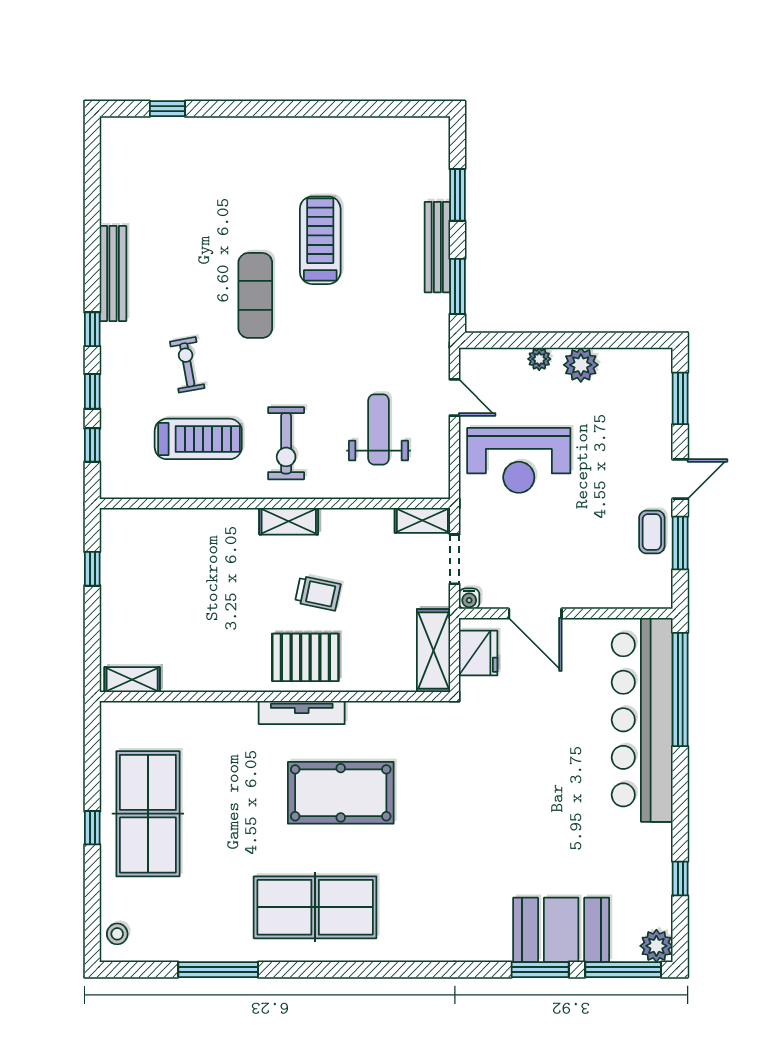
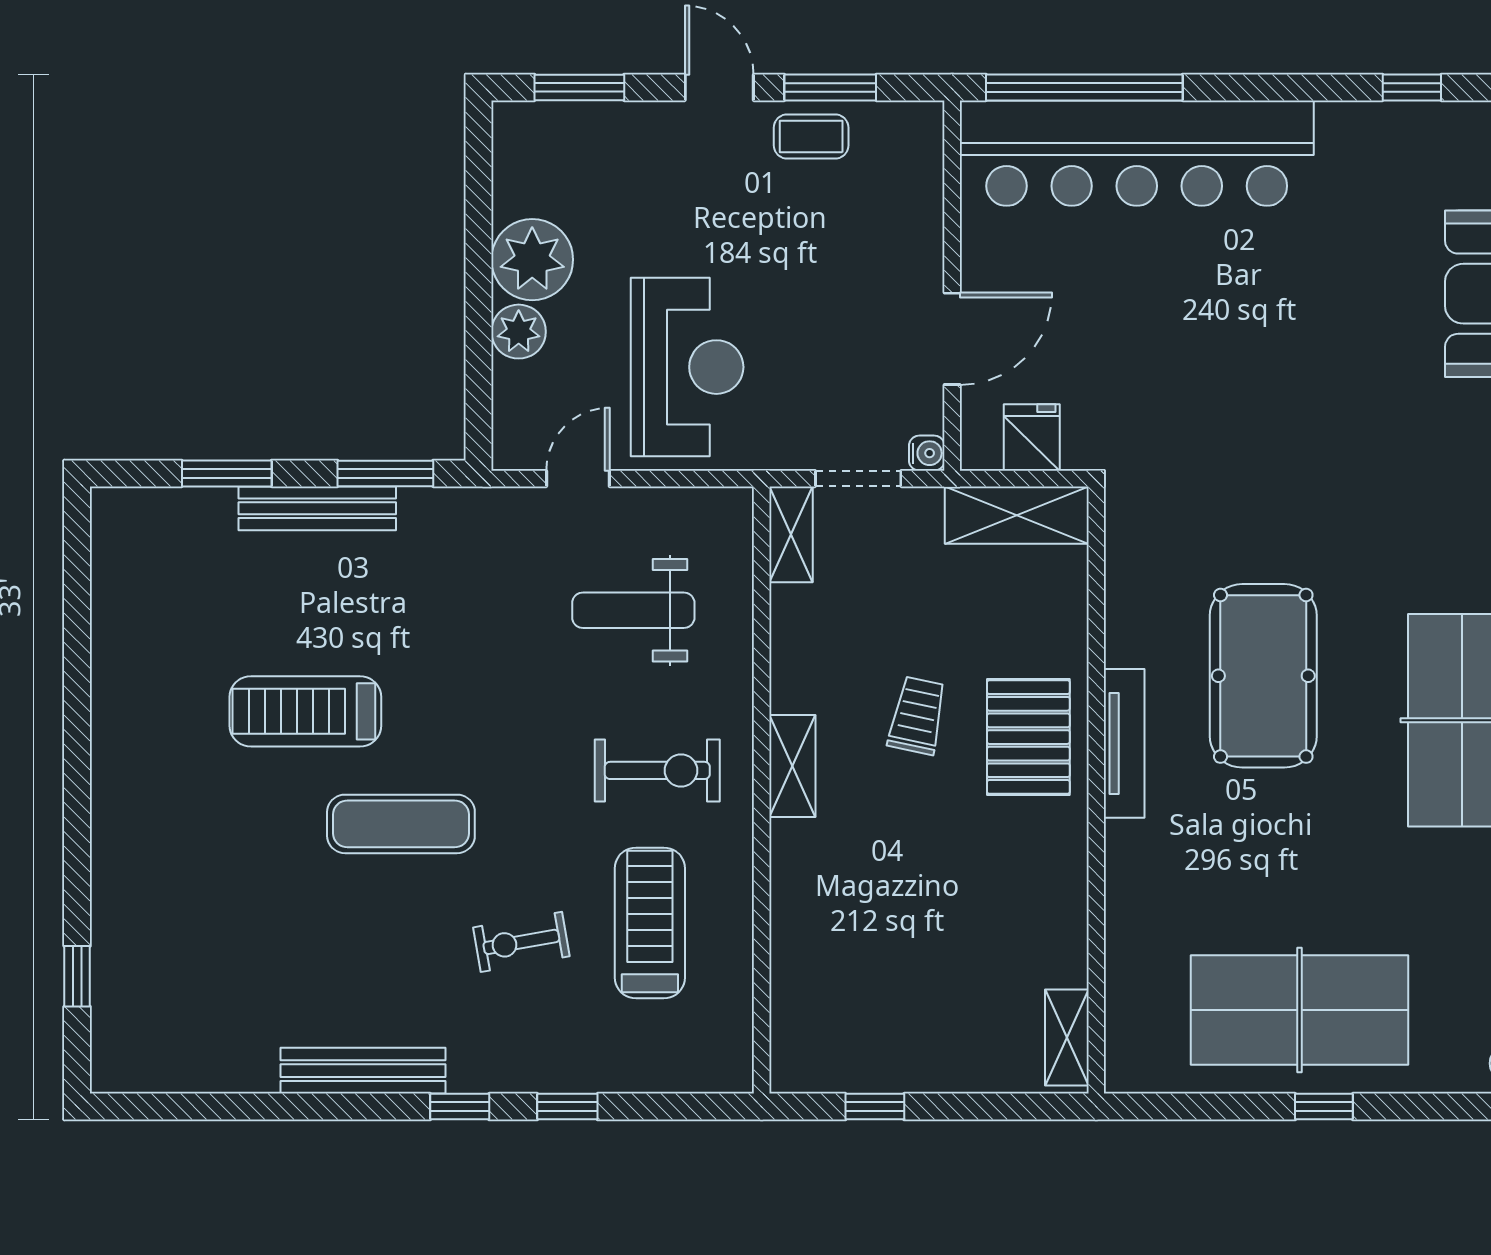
plant: (539, 359) -> (519, 332), width x1.38, depth x1.38
plant: (581, 365) -> (532, 260), width x1.36, depth x1.36
window: (92, 445) -> (660, 1107), removed
fridge: (478, 653) -> (1032, 438), width x0.72

